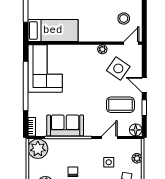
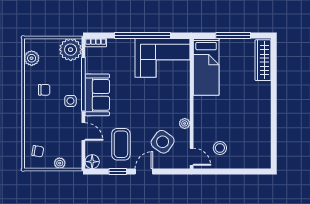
sofa: (65, 125) -> (97, 95), moved
side table: (109, 162) -> (70, 101), moved

